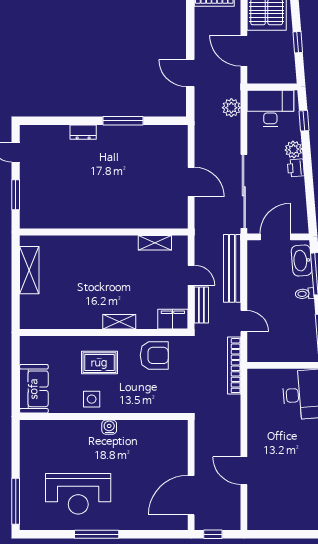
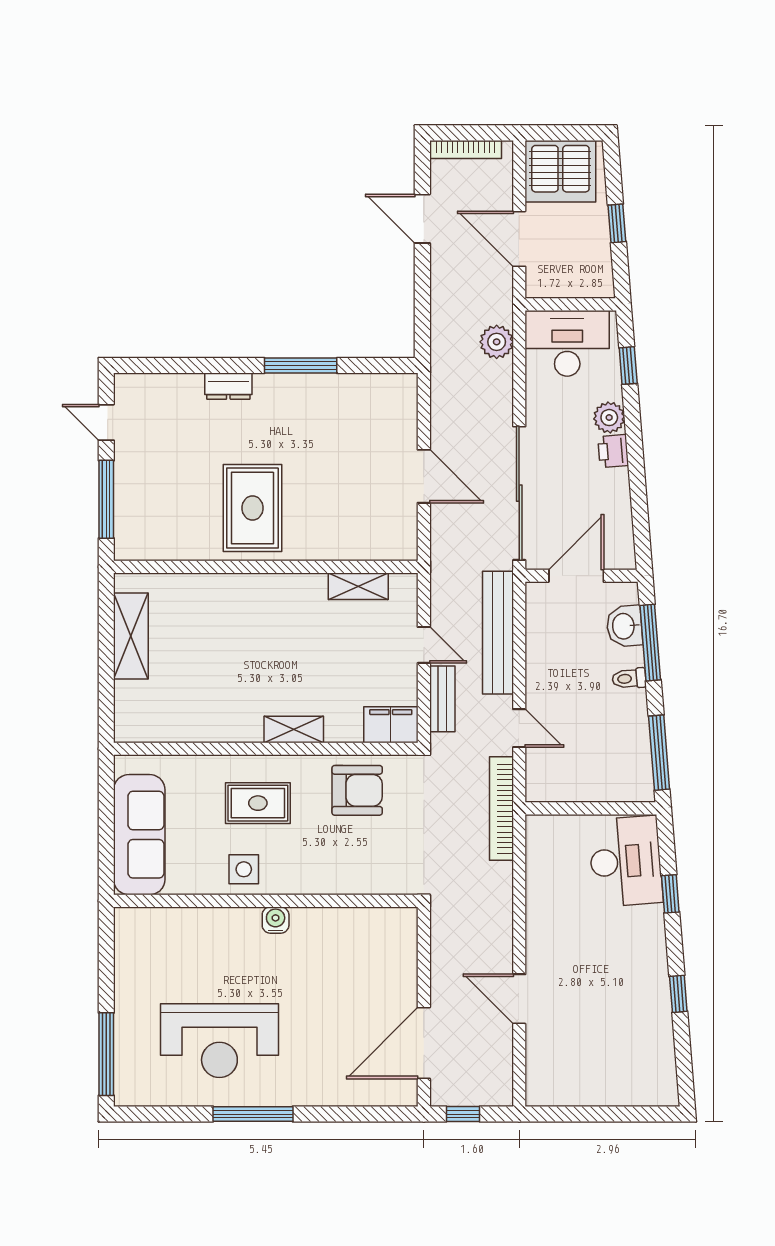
door: (190, 73) -> (422, 219), moved
window: (16, 195) -> (106, 499), width x1.44
rug: (96, 199) -> (252, 508), added
washbasin: (302, 260) -> (624, 626), width x0.72
sofa: (34, 389) -> (139, 835), width x1.36

